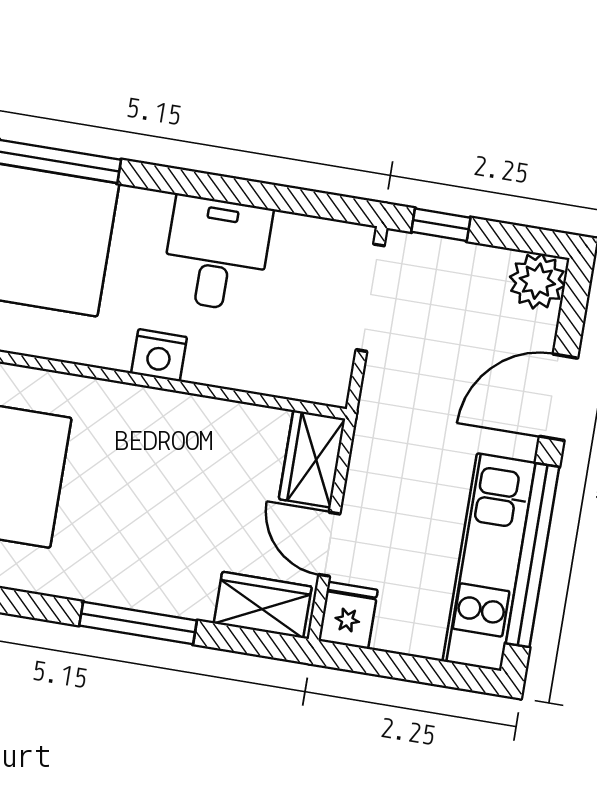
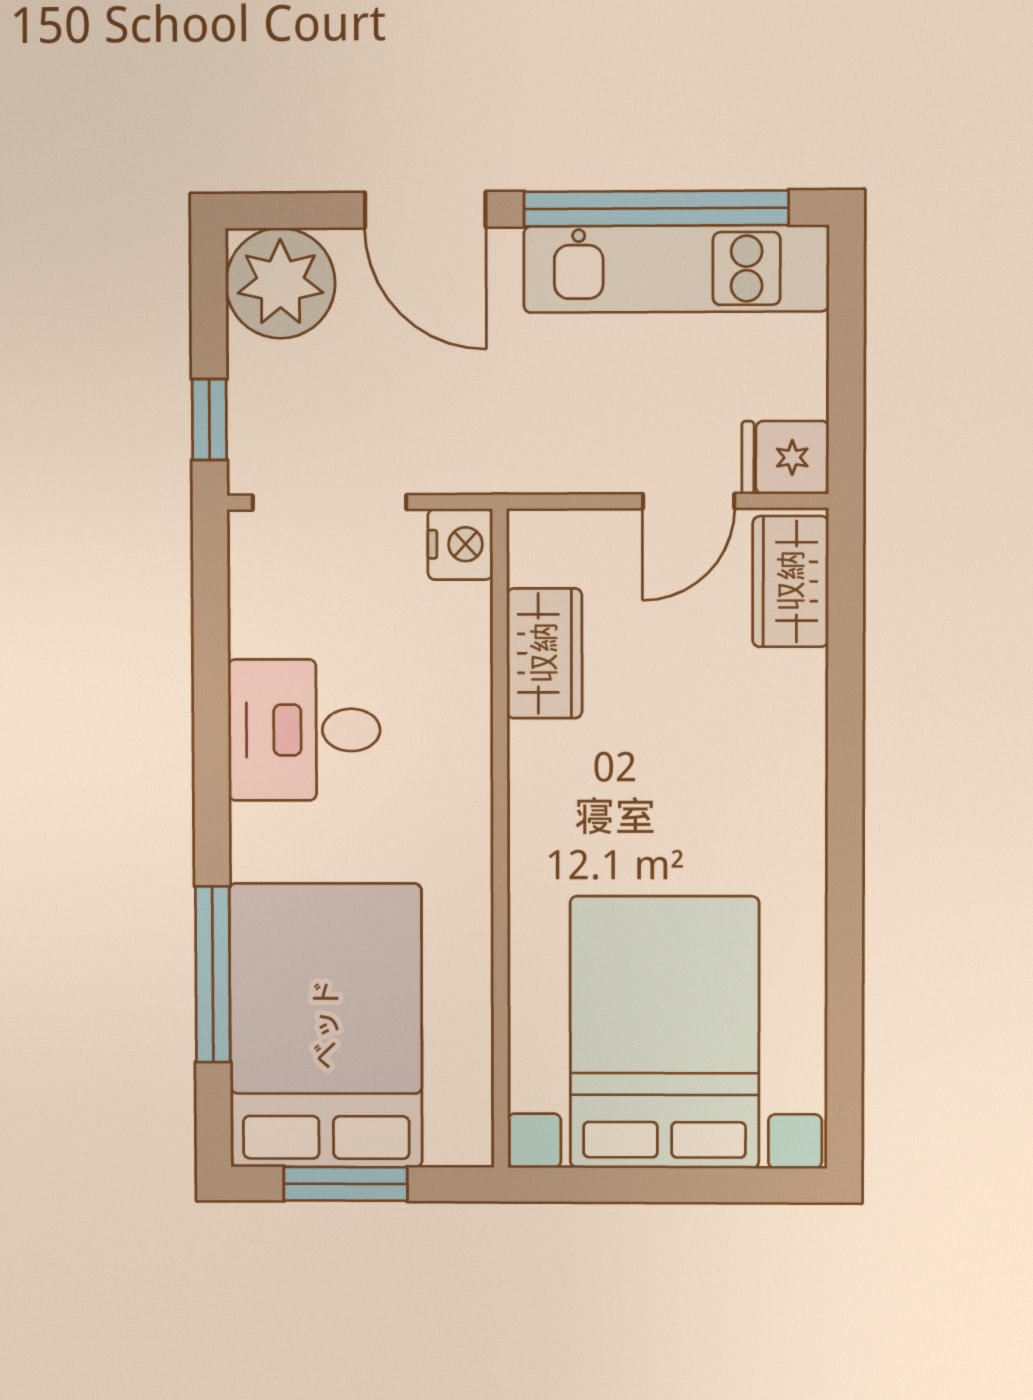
plant: (537, 281) -> (280, 283), width x1.36, depth x1.36
nightstand: (159, 355) -> (460, 544), moved
wardrobe: (312, 459) -> (544, 653), moved, turned -90
window: (138, 623) -> (845, 754), removed

